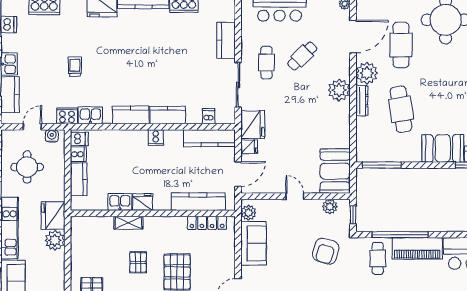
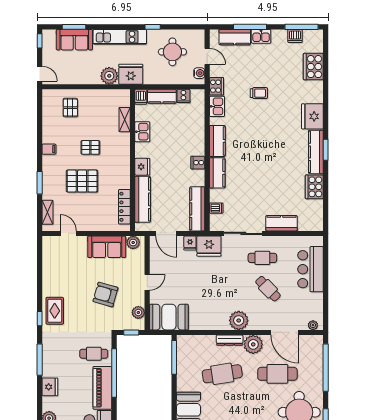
dishwasher: (79, 139) -> (141, 97), moved
fridge: (143, 202) -> (142, 167), moved
shelving: (128, 223) -> (125, 120), moved
armchair: (326, 251) -> (105, 294), moved

